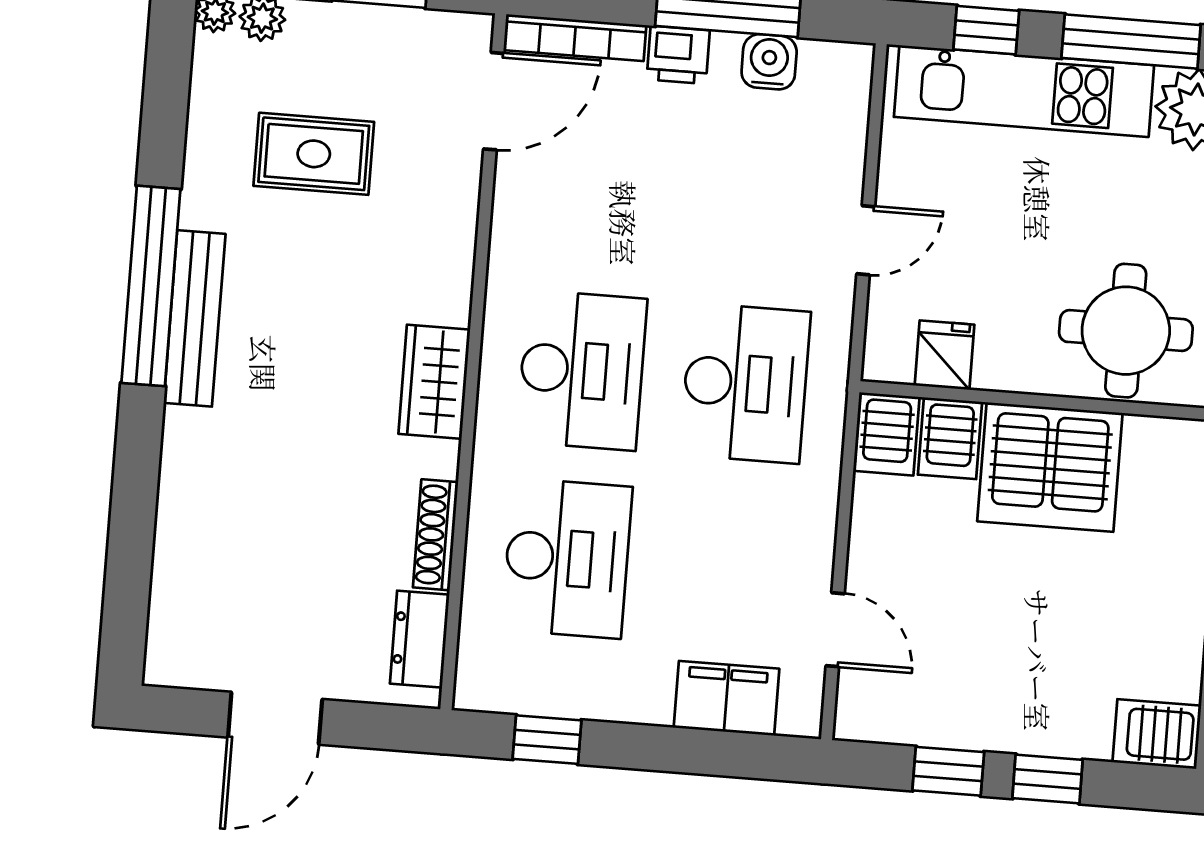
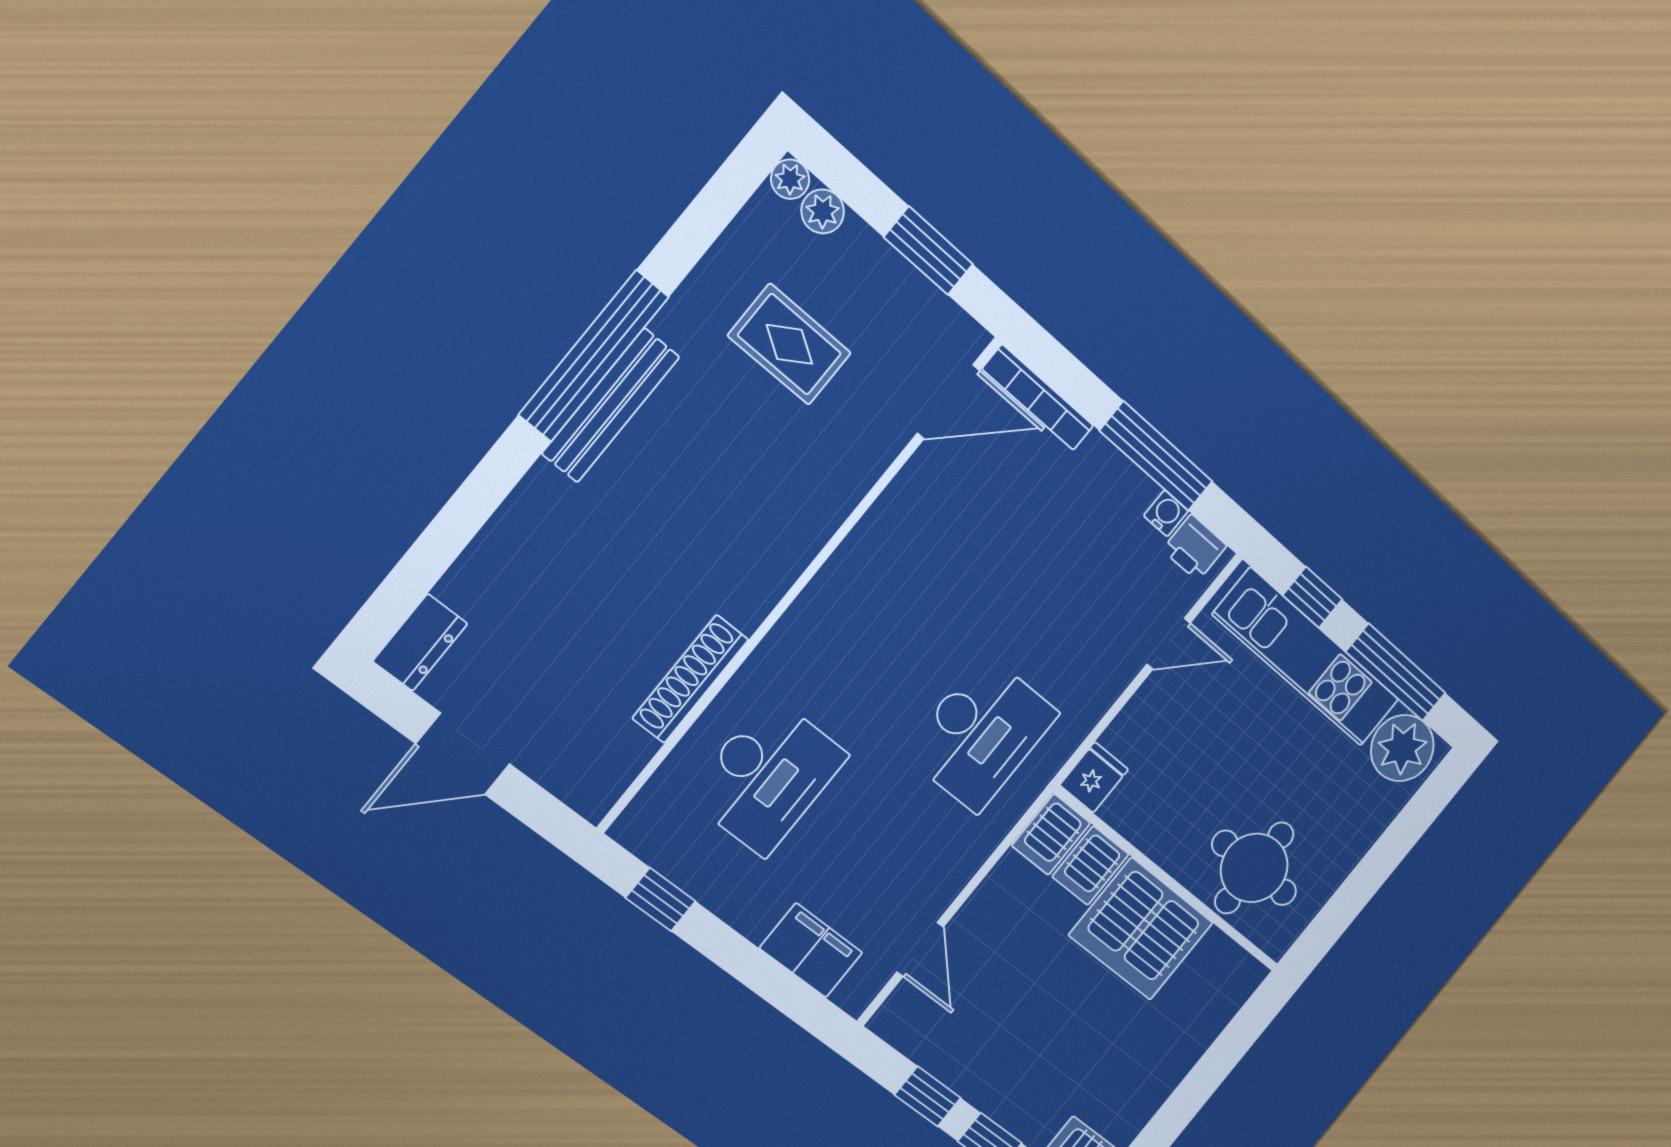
printer: (678, 55) -> (1195, 548), moved
water cooler: (769, 62) -> (1166, 513), width x0.72, depth x0.72
door: (866, 240) -> (1169, 644), moved
fridge: (944, 355) -> (1094, 777), moved
desk: (582, 370) -> (873, 646), removed
wardrobe: (434, 382) -> (760, 580), removed
shoe rack: (436, 535) -> (690, 679), width x1.36, depth x1.24
dresser: (420, 639) -> (420, 642), moved, turned 180

